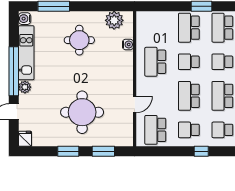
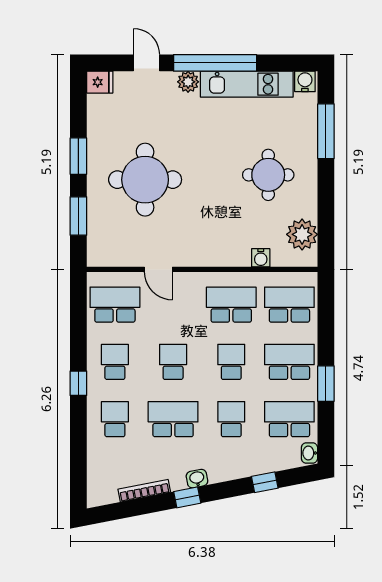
school desk: (155, 28) -> (289, 305), added
school desk: (189, 96) -> (173, 362), width x0.54

